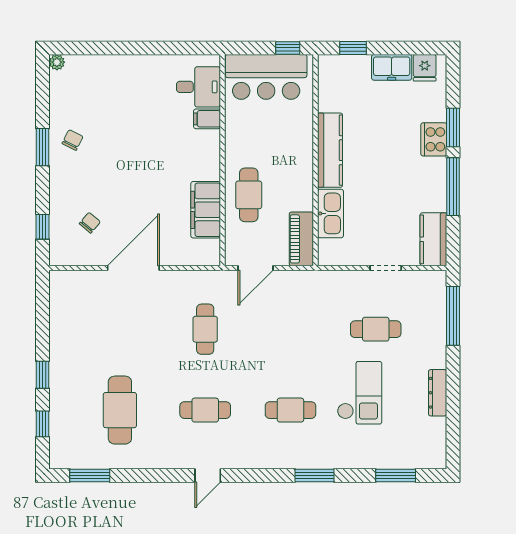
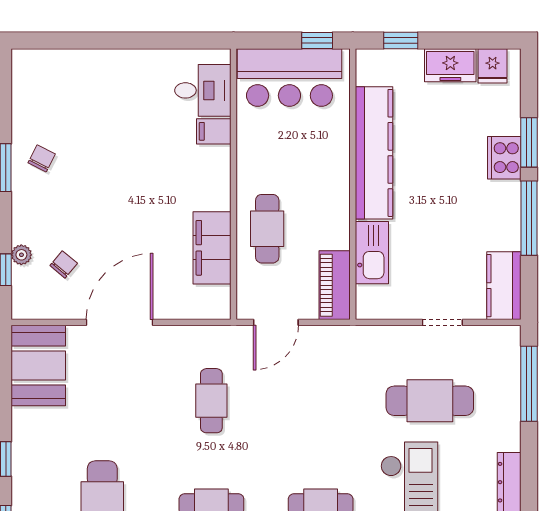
plant: (57, 62) -> (21, 255), moved
kitchen counter: (330, 150) -> (374, 153), width x1.39, depth x1.17
booth: (70, 302) -> (38, 366), added
cafe table: (376, 329) -> (430, 401), width x1.37, depth x1.35

